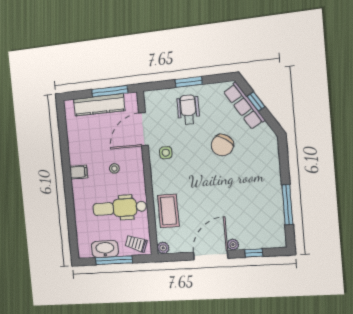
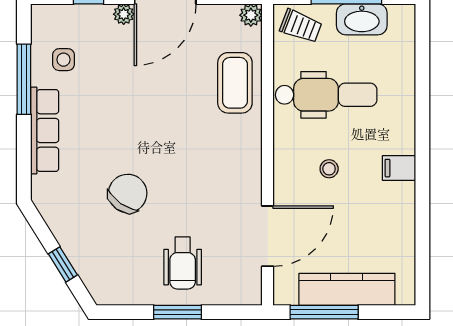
row of seats: (244, 106) -> (45, 131), moved, turned 32
side table: (166, 153) -> (64, 60), moved

